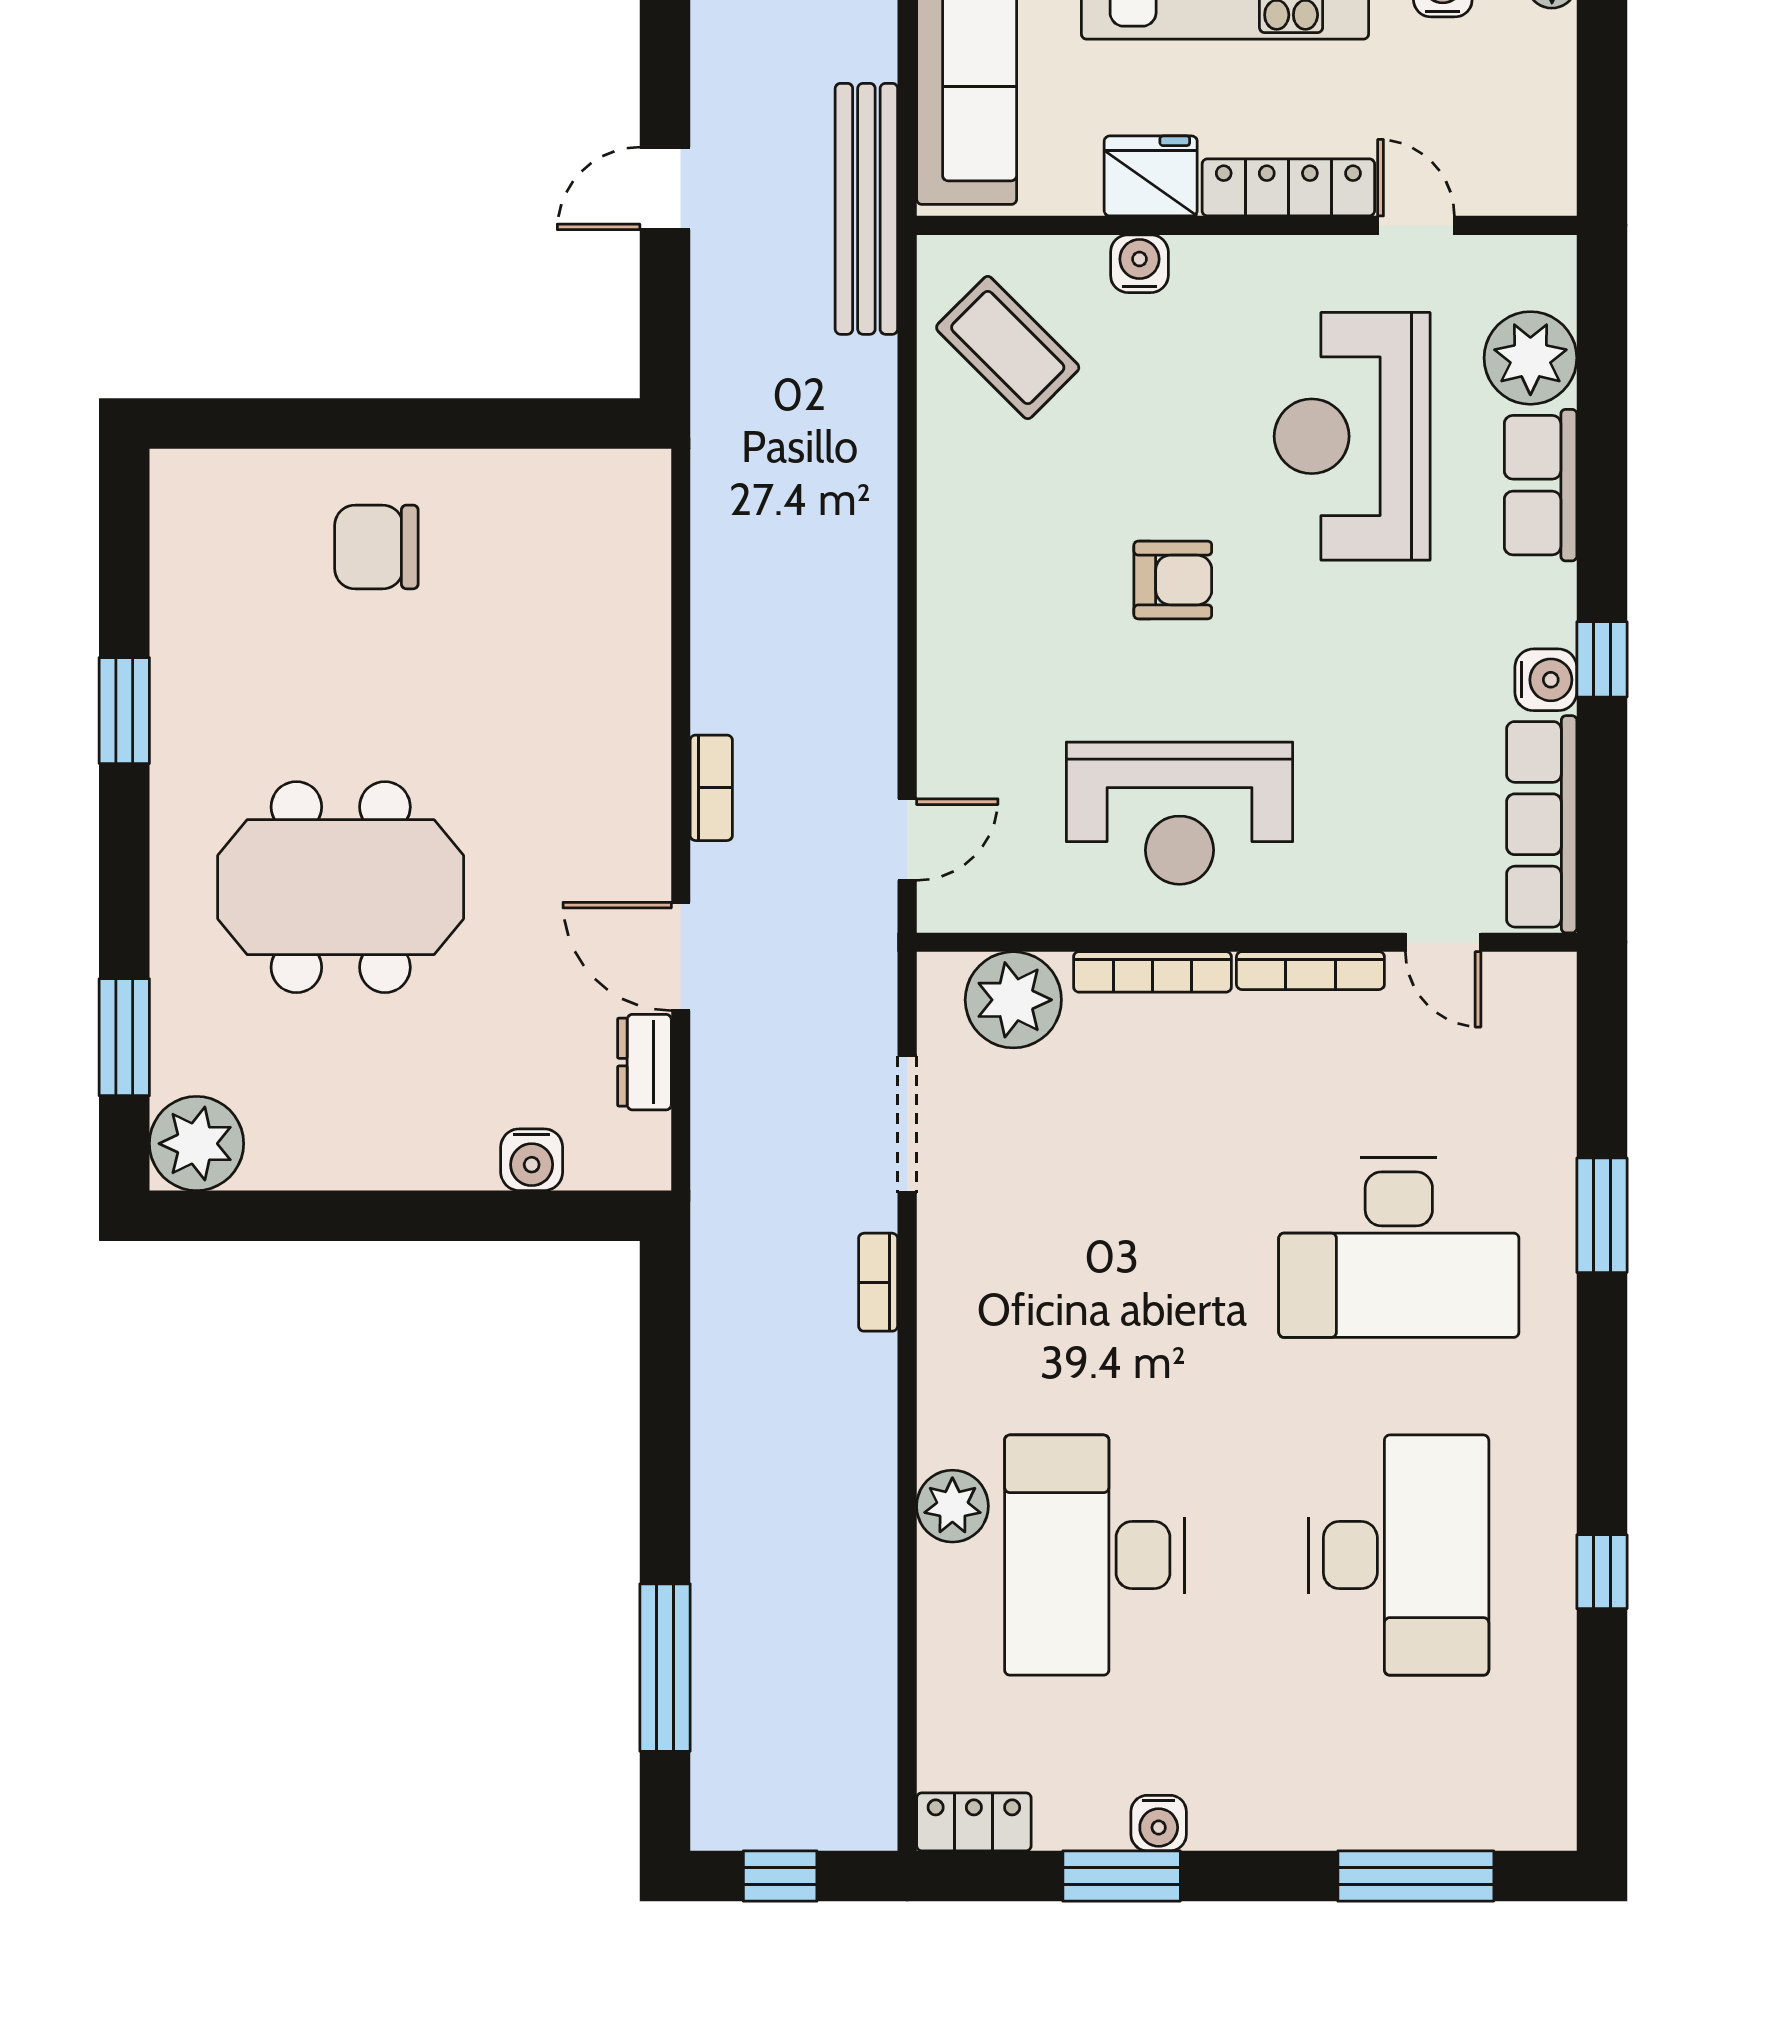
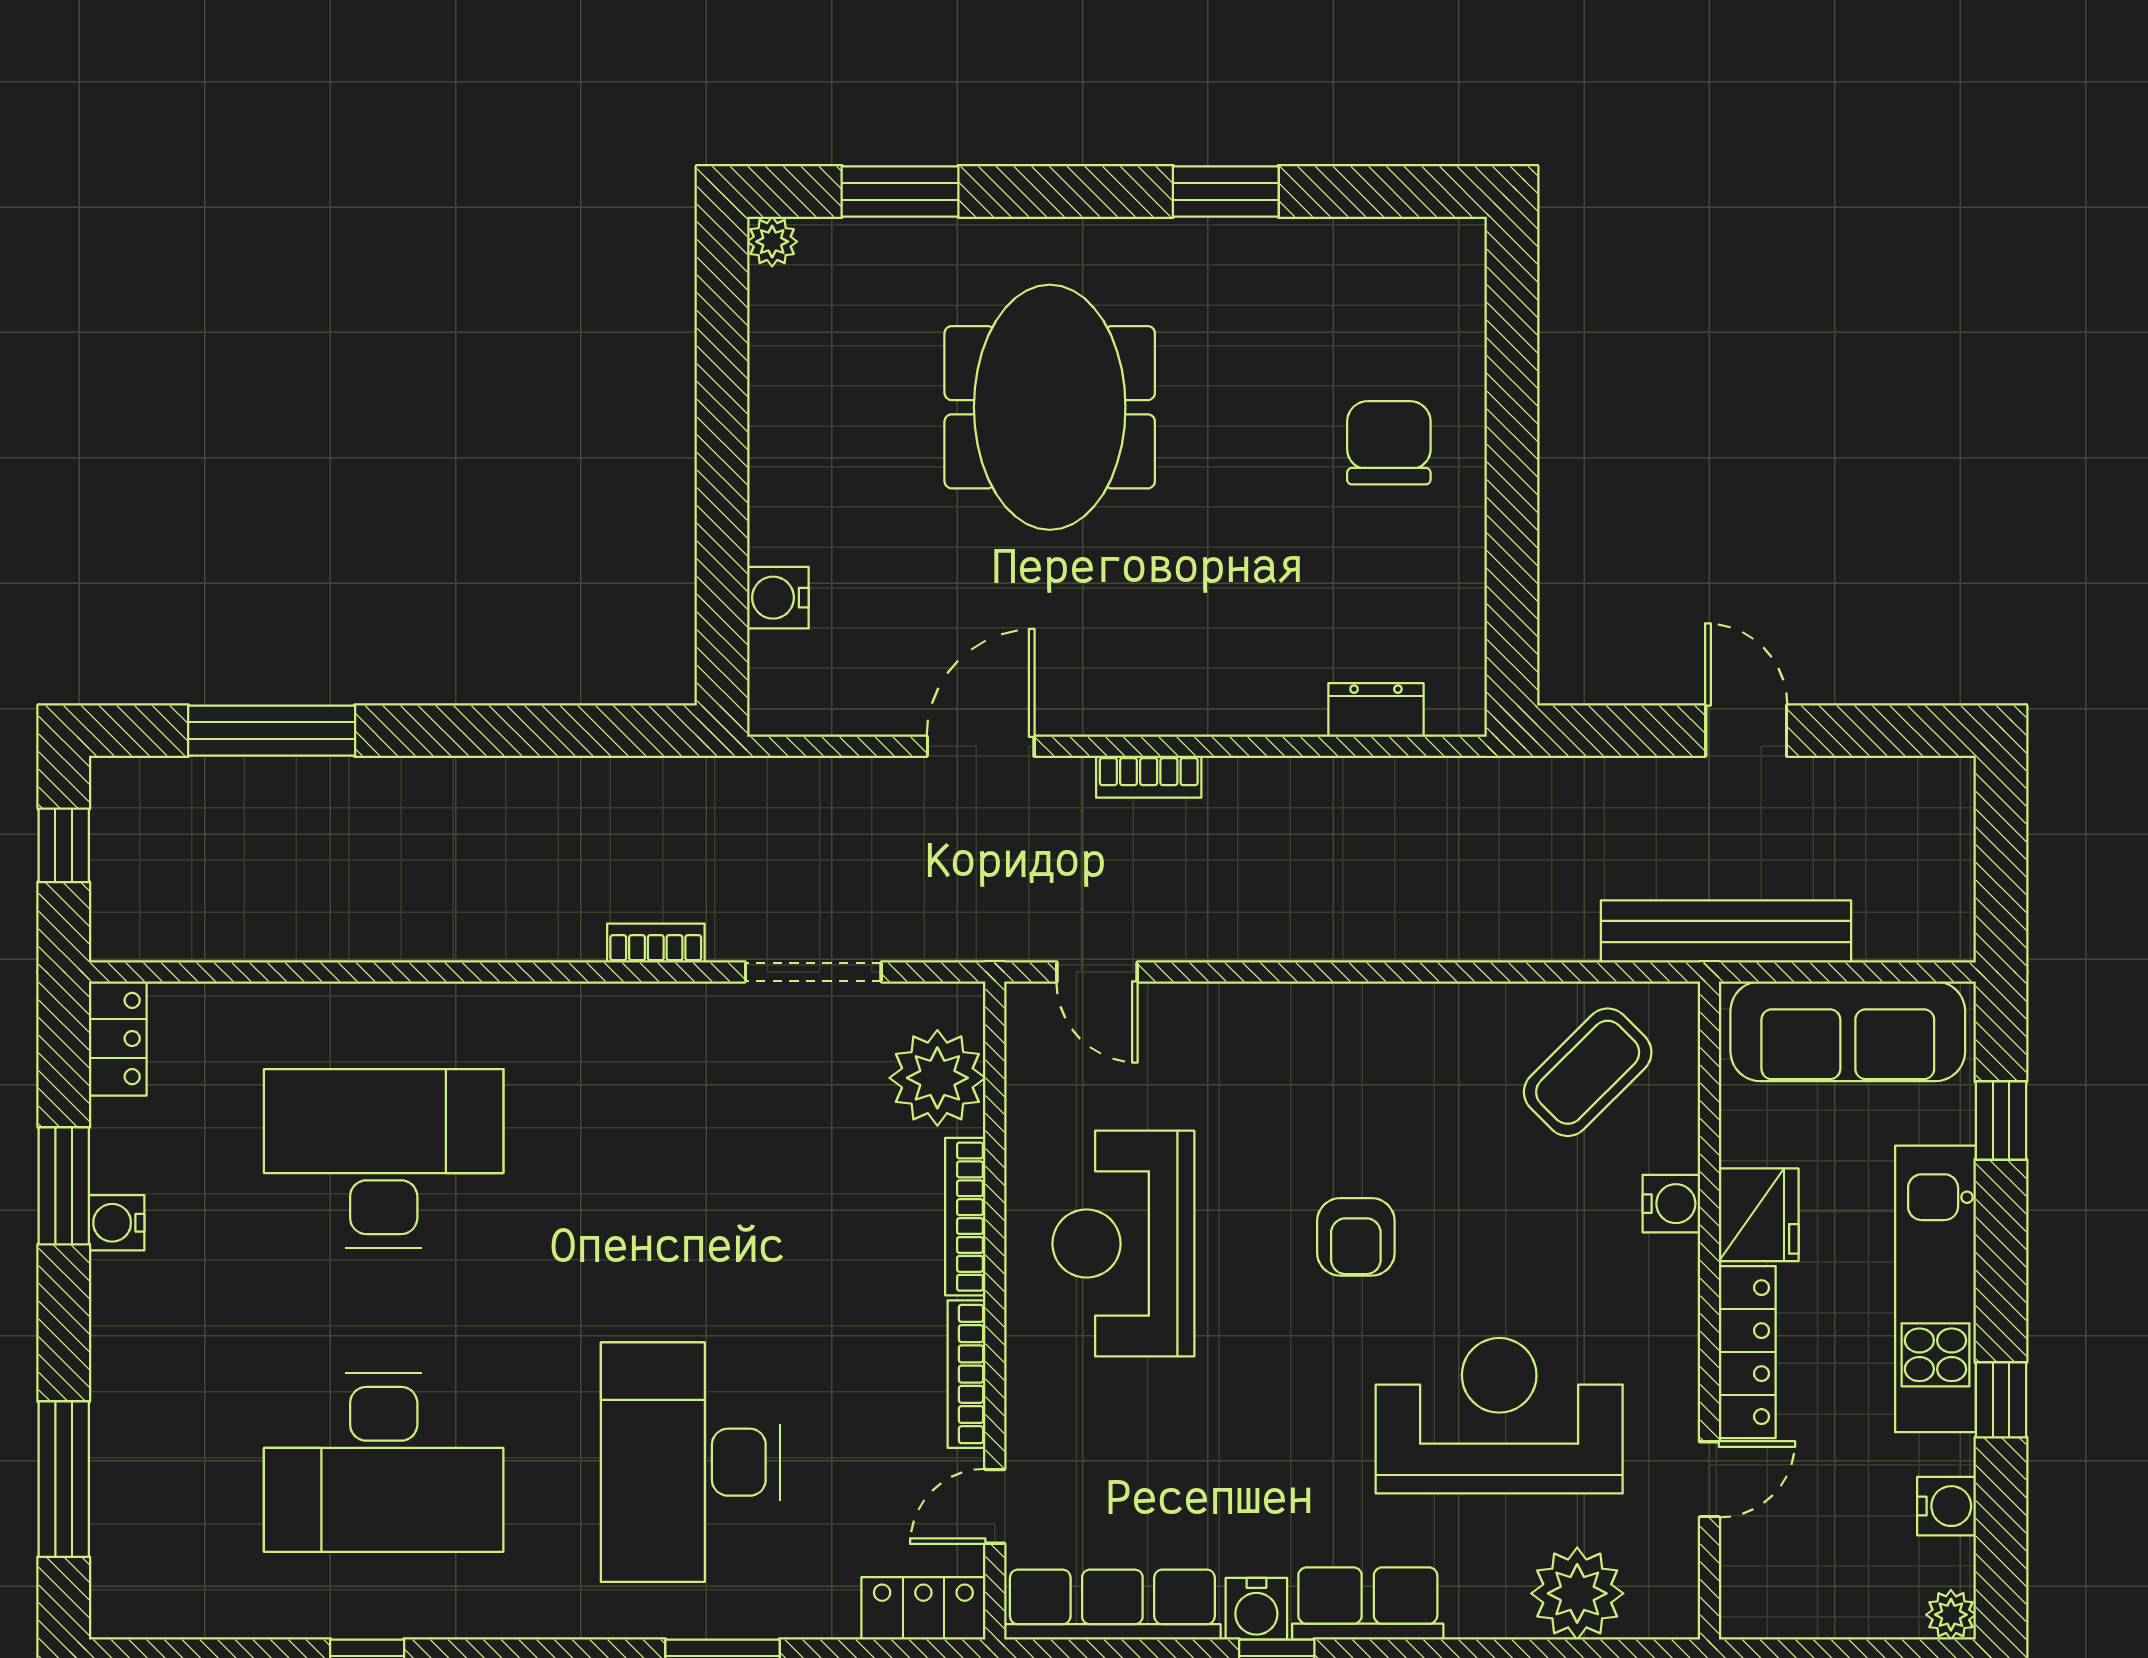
row of seats: (1541, 485) -> (1368, 1603), moved
locker: (1545, 1014) -> (923, 1608), added
dresser: (644, 1062) -> (1376, 710), moved
plant: (196, 1144) -> (772, 242), width x0.53, depth x0.53
plant: (952, 1506) -> (433, 1017), removed

